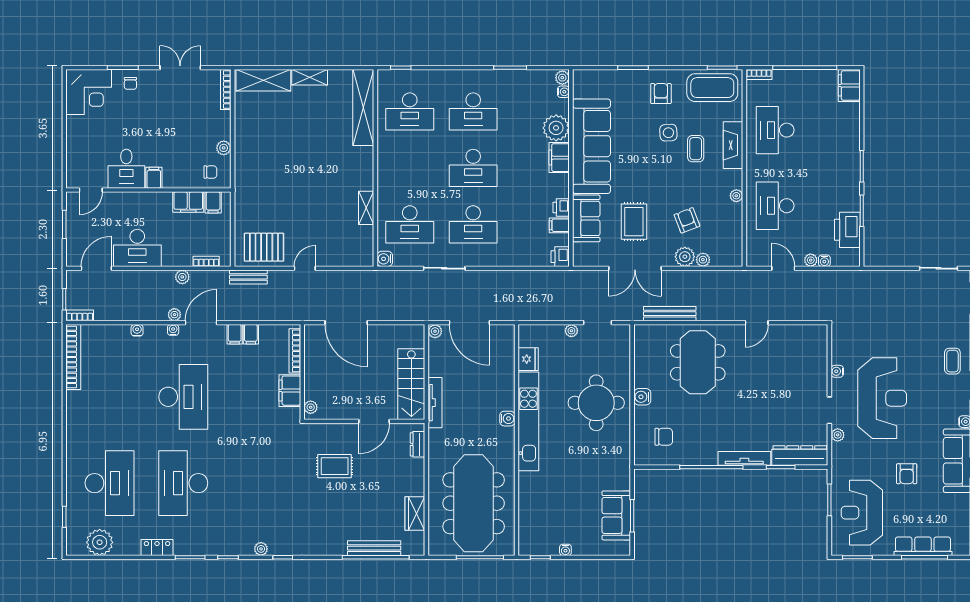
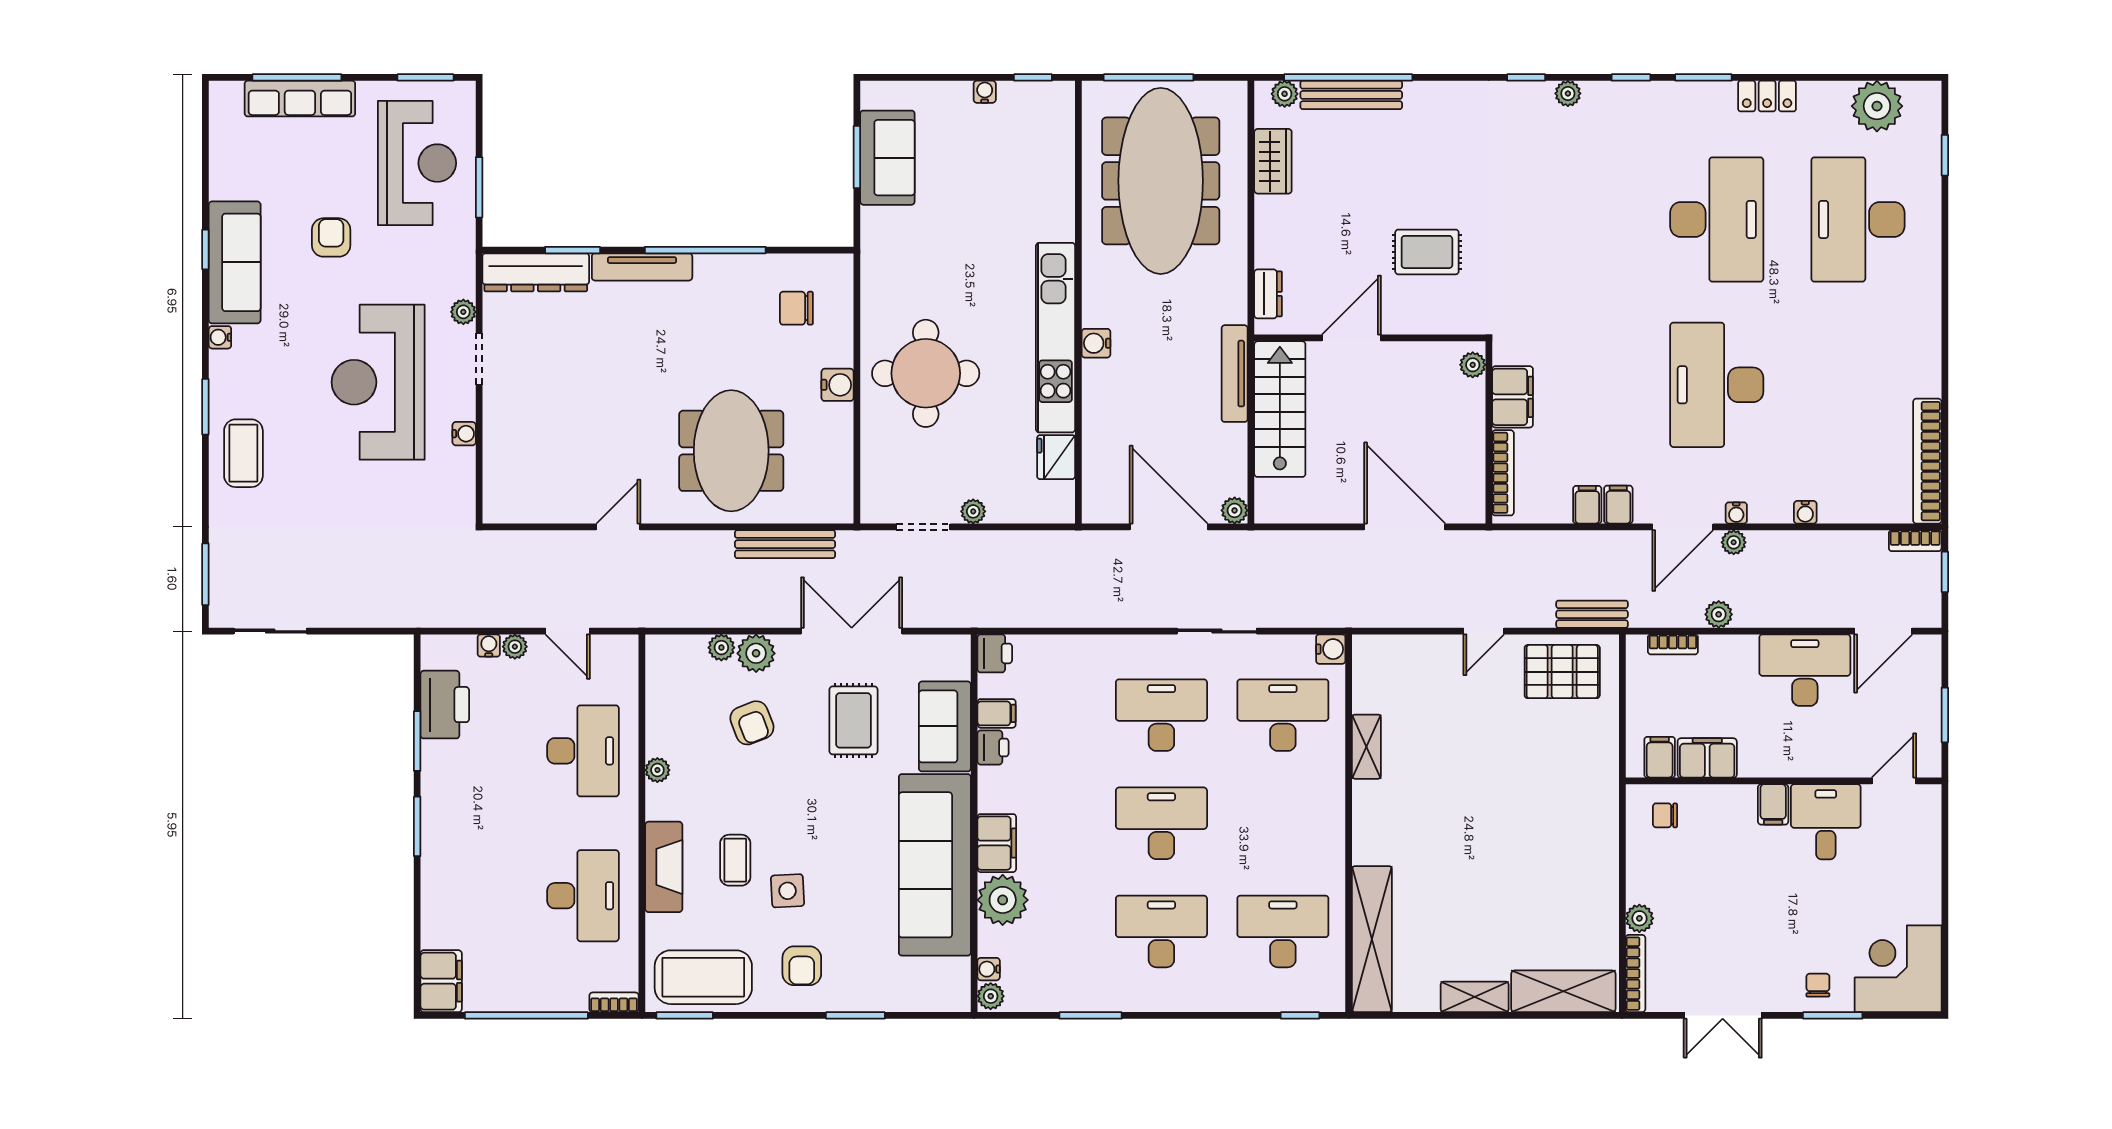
plant: (224, 148) -> (1639, 918), moved
coffee table: (952, 361) -> (243, 453), width x1.36, depth x1.30
plant: (409, 549) -> (1285, 94), added

